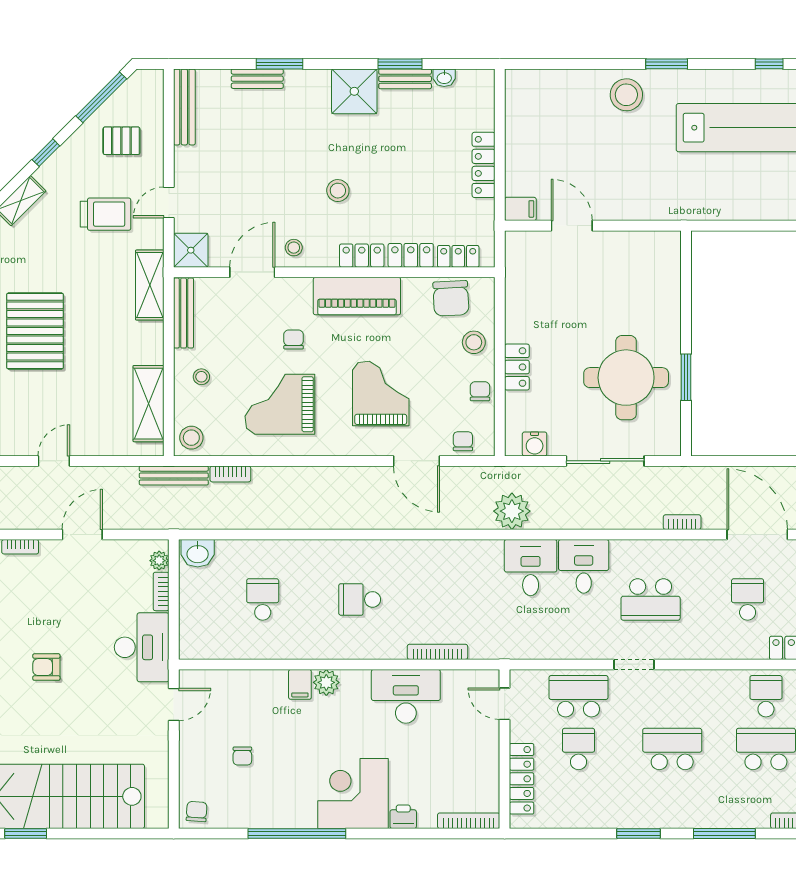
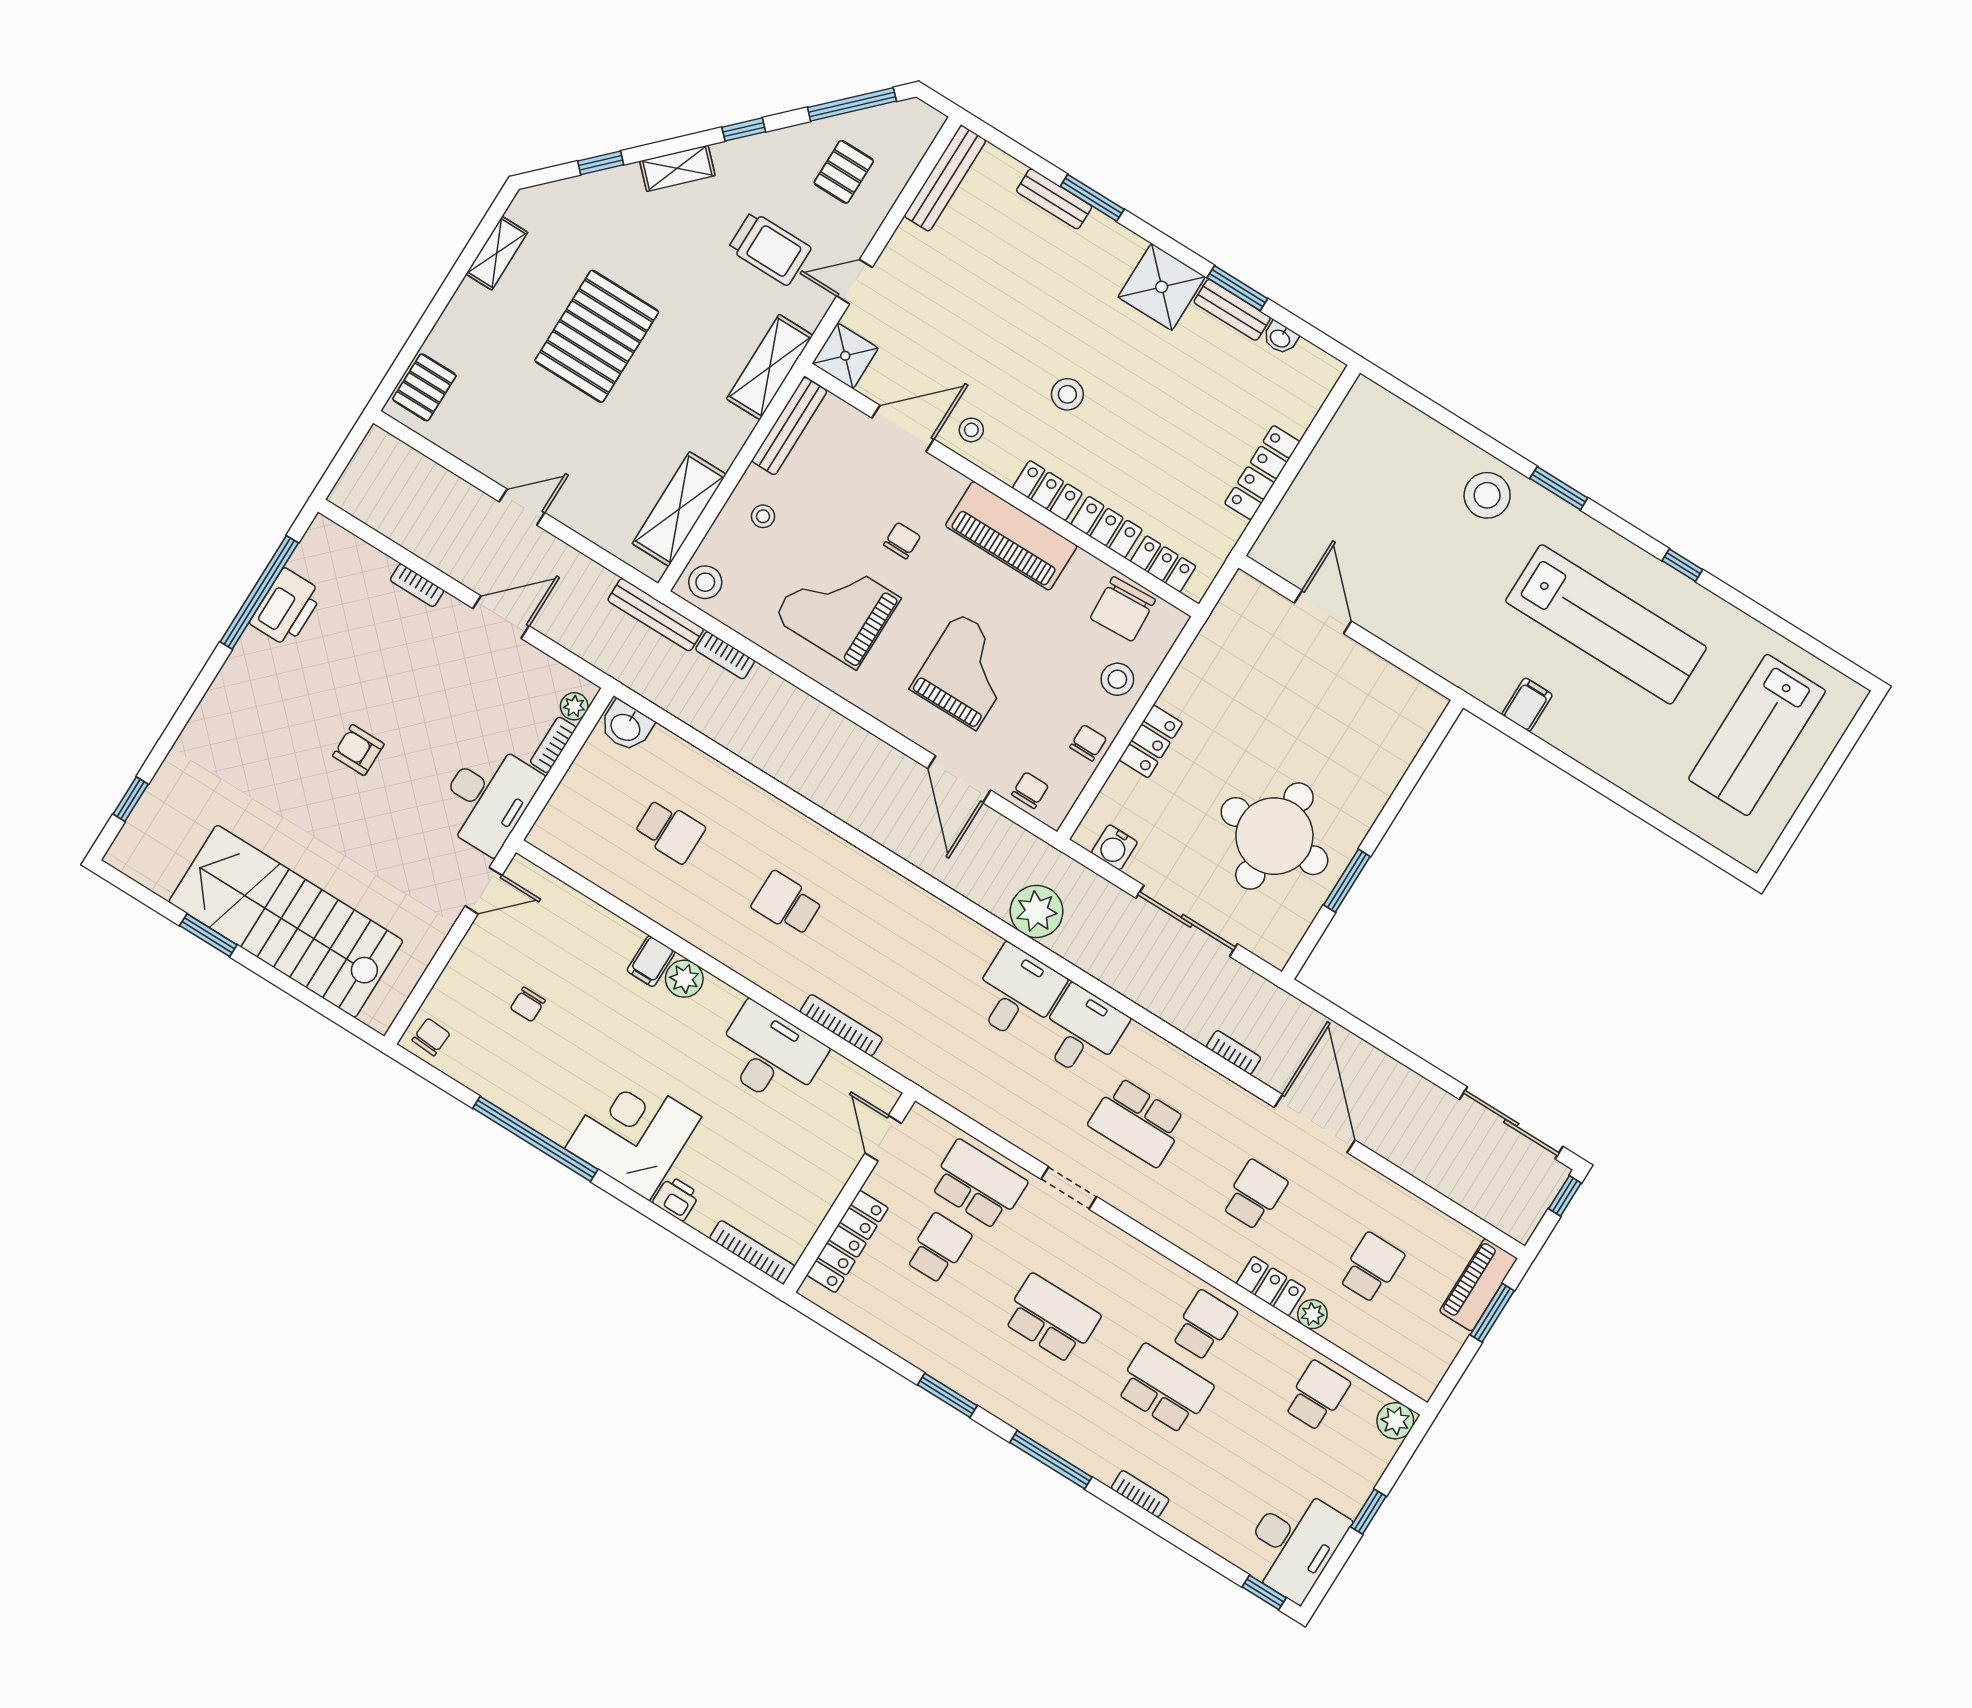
pallet: (121, 141) -> (844, 172), turned 90
filing cabinet: (520, 209) -> (1527, 705), moved, turned -90
school desk: (263, 599) -> (670, 831), turned 90

